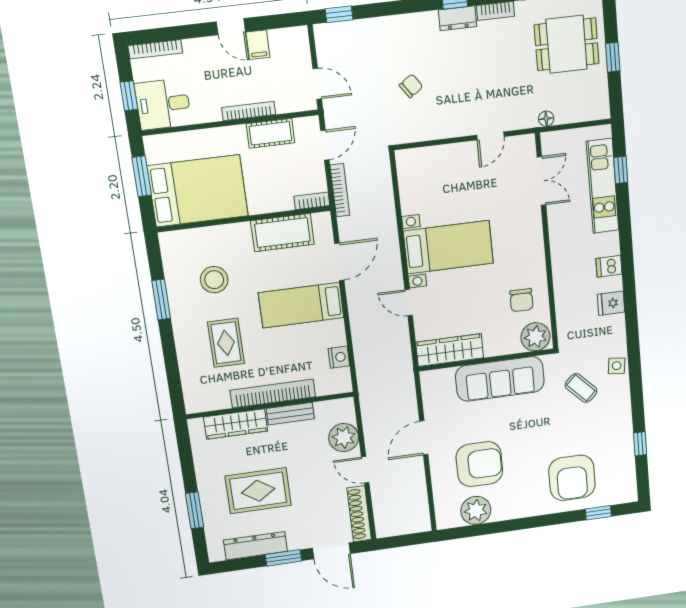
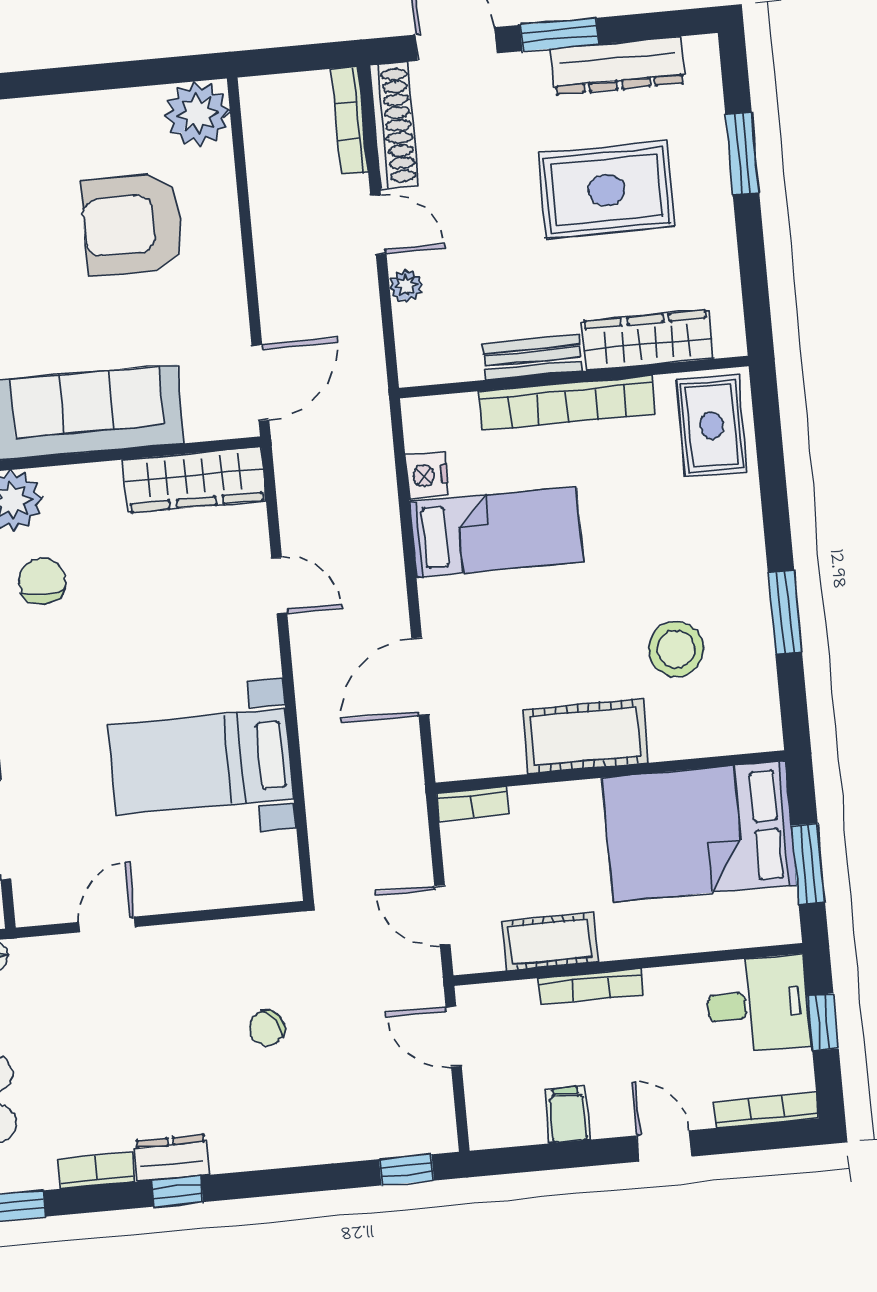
door: (231, 27) -> (664, 1146), moved
door: (325, 145) -> (442, 915), hinge flipped
bookcase: (340, 190) -> (350, 121), moved
cot: (282, 233) -> (585, 736), moved
bed with nightstands: (448, 247) -> (201, 762), moved
bed: (301, 305) -> (496, 532), moved
rug: (226, 343) -> (712, 426), moved
plant: (344, 438) -> (406, 286), width x0.53, depth x0.53
door: (424, 438) -> (260, 383), moved
plant: (476, 510) -> (198, 114), moved

